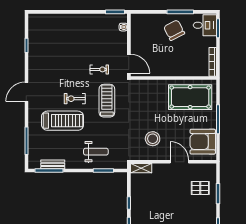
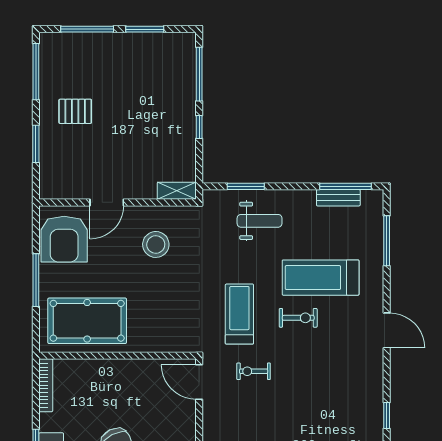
door: (26, 92) -> (387, 330), hinge flipped
treadmill: (107, 101) -> (239, 314), turned 180
armchair: (203, 142) -> (64, 239), turned 90
weight bench: (96, 152) -> (260, 221), turned 180
door: (179, 162) -> (107, 202), hinge flipped
pallet: (200, 188) -> (75, 111), moved

